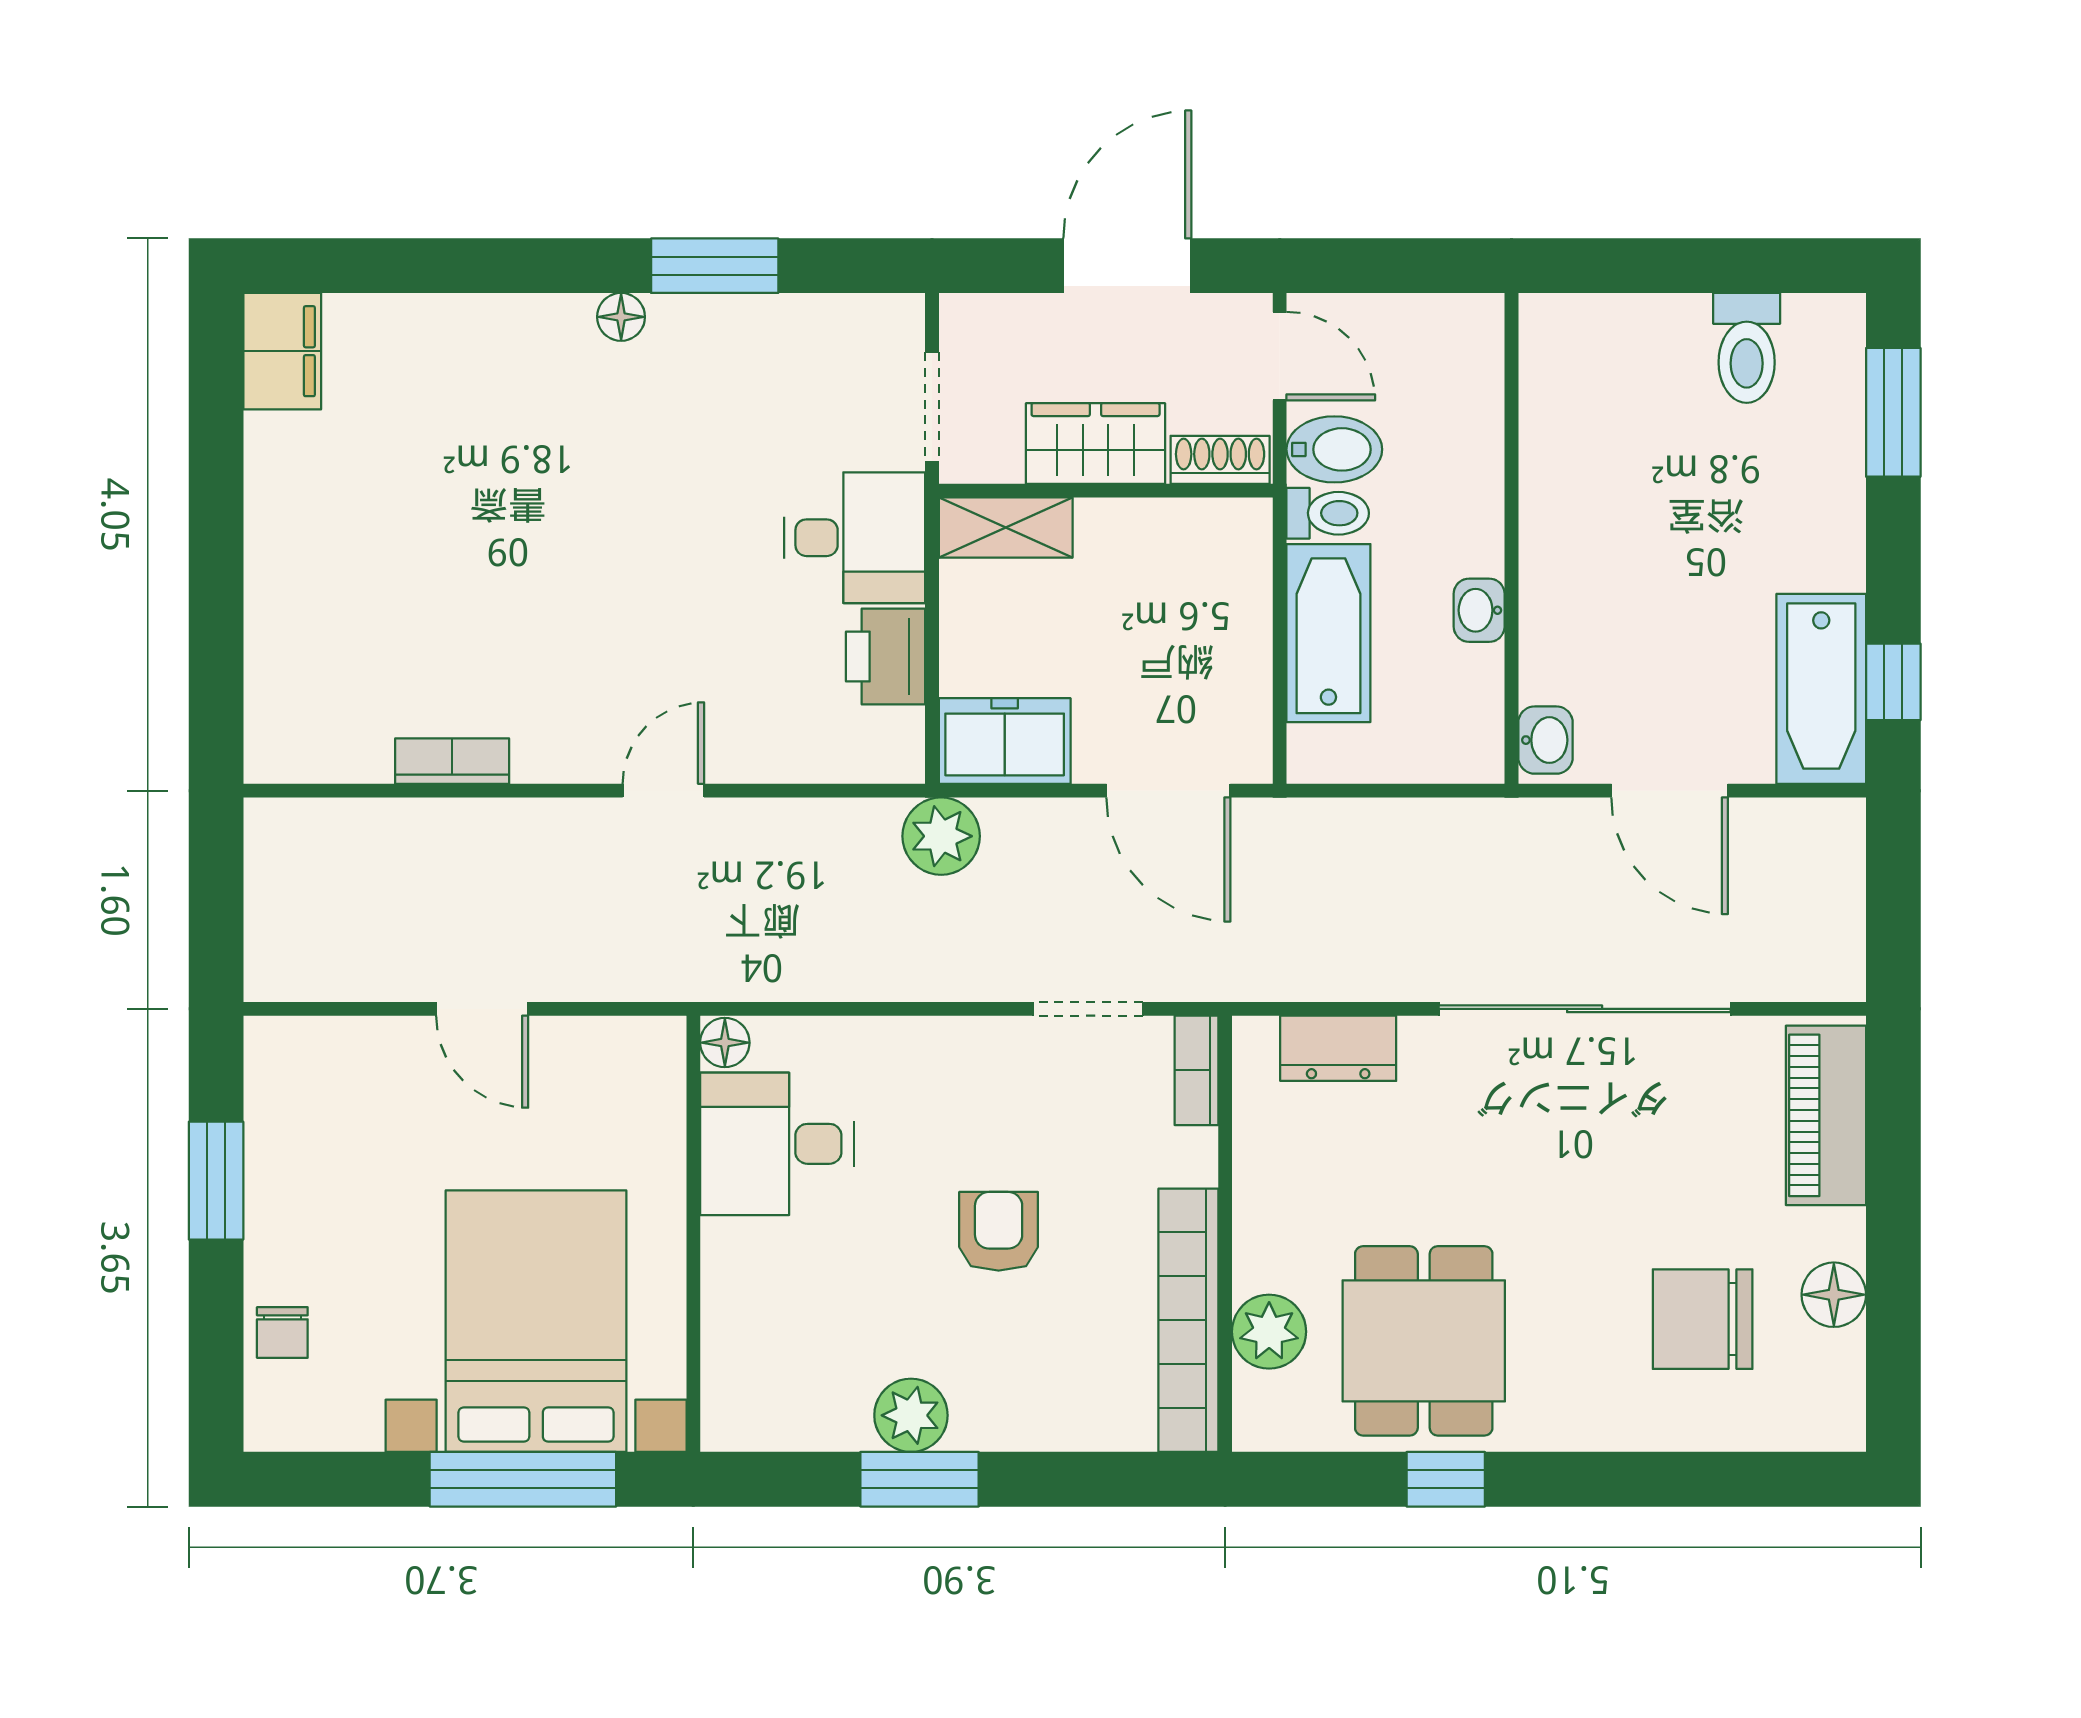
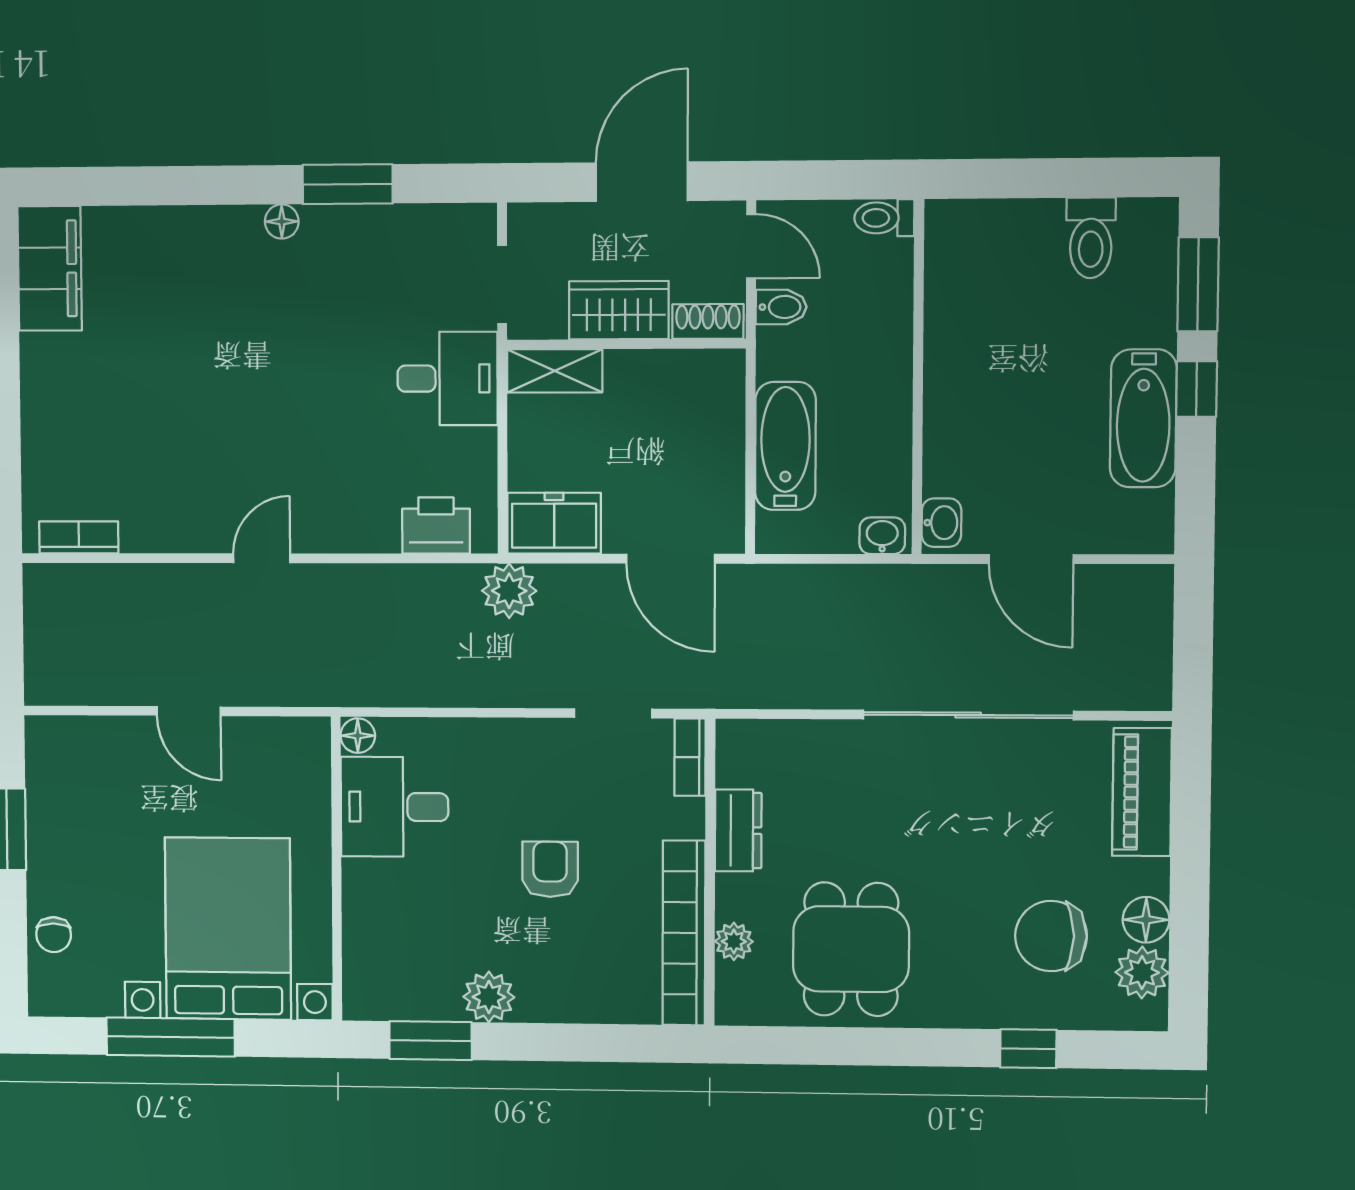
filing cabinet: (282, 351) -> (50, 268), width x1.50, depth x1.17
bidet: (1334, 449) -> (781, 307), width x0.72, depth x0.74
toilet: (1328, 513) -> (884, 218), moved, turned 180
washbasin: (1479, 610) -> (882, 536), moved, turned 90
printer: (886, 656) -> (436, 526), moved, turned 90
window: (1893, 682) -> (1197, 389), moved
bathtub: (1821, 689) -> (1143, 418), moved
bookcase: (452, 761) -> (79, 537), moved
door: (663, 791) -> (262, 558), moved
dresser: (1338, 1048) -> (738, 830), moved, turned -90
plant: (1269, 1332) -> (734, 941), width x0.73, depth x0.73
plant: (1829, 1369) -> (1142, 973), added
window: (523, 1479) -> (171, 1037), moved
window: (920, 1479) -> (431, 1041), moved
window: (1446, 1479) -> (1028, 1049), moved

